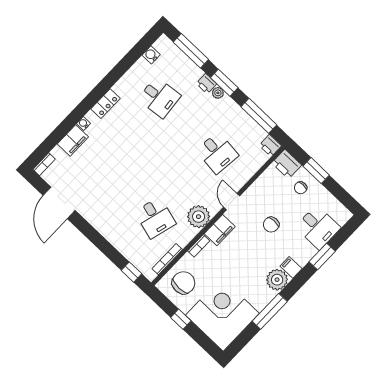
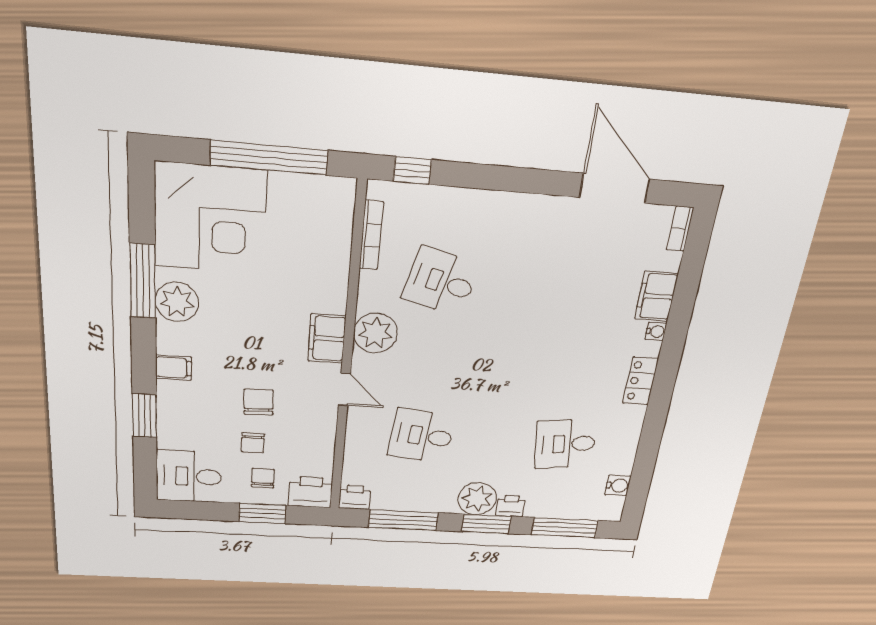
plant: (218, 93) -> (477, 499), width x1.88, depth x1.88
desk: (318, 227) -> (189, 476), moved
bookcase: (199, 246) -> (339, 292), removed
plant: (277, 280) -> (177, 302), moved
chair: (183, 283) -> (253, 443), moved, width x0.54, depth x0.54
window: (181, 319) -> (269, 158), width x3.17

